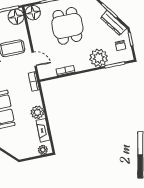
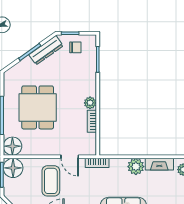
dining table: (67, 26) -> (38, 107), turned 90
plant: (99, 58) -> (90, 103), moved, width x0.53, depth x0.53
door: (34, 59) -> (70, 157), swing flipped

